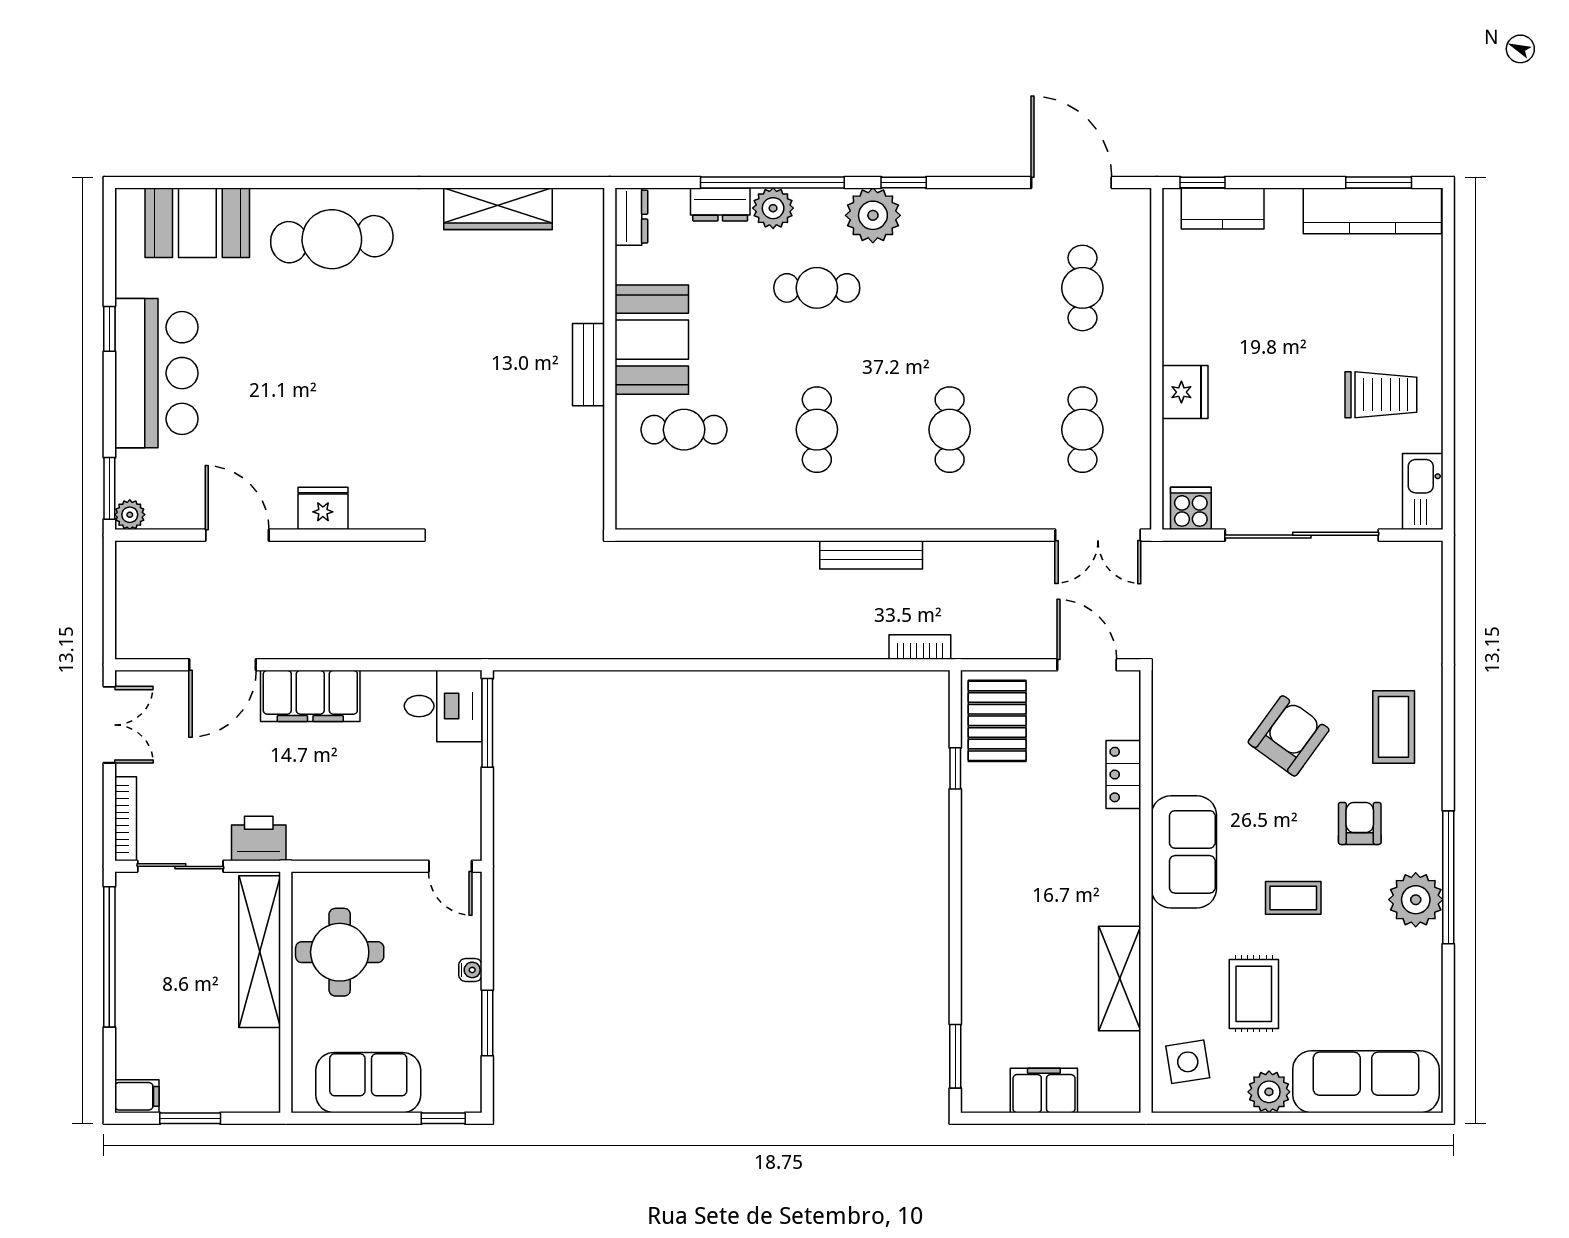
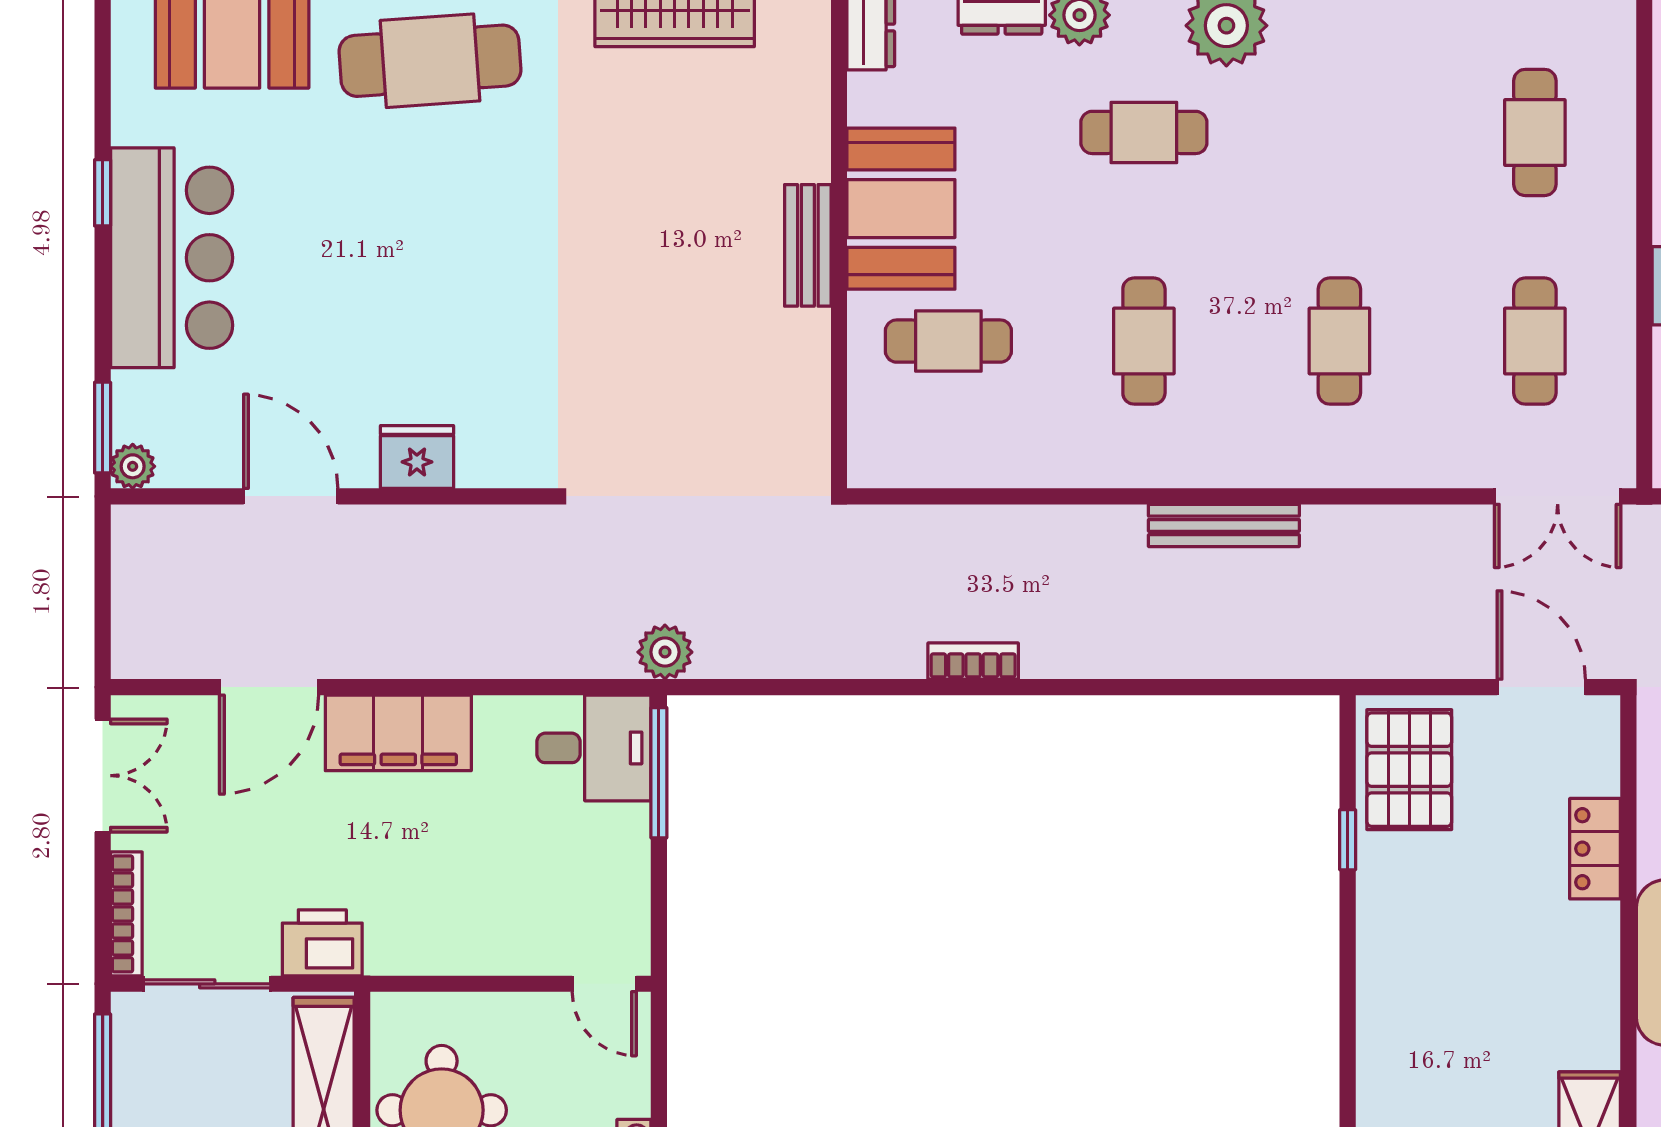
plant: (491, 641) -> (665, 652), added
bookcase: (920, 647) -> (973, 661), moved

